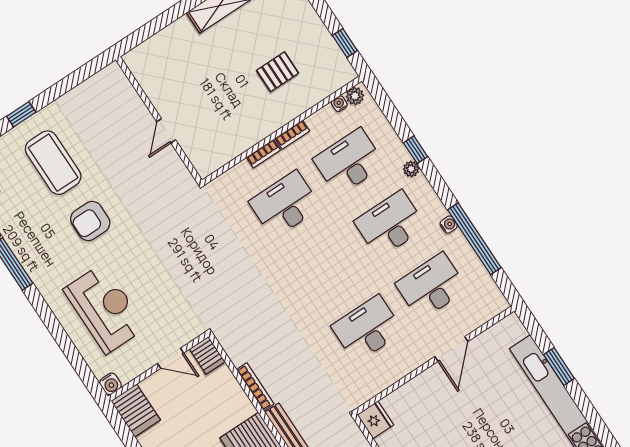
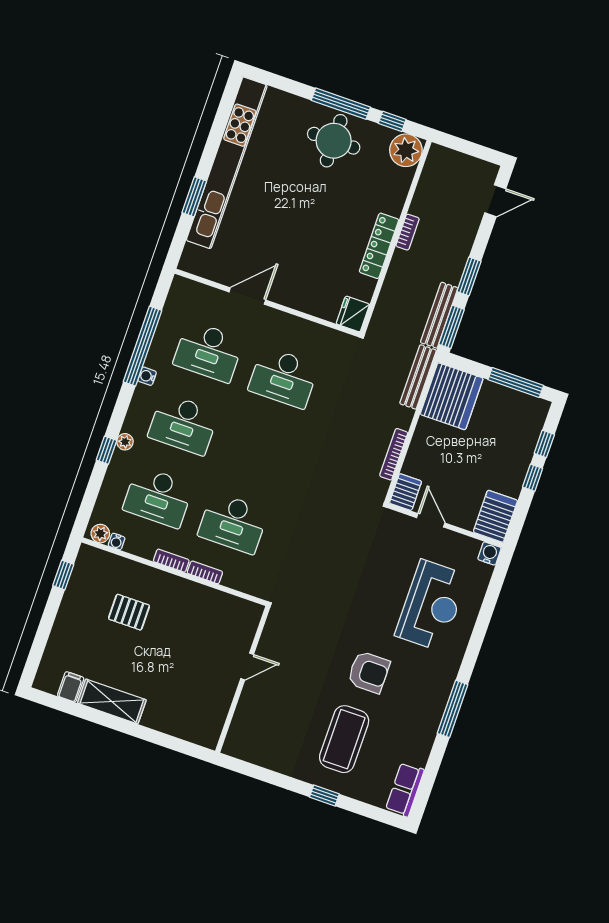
reception desk: (105, 309) -> (431, 605), turned 180
bookcase: (255, 387) -> (394, 454), moved

